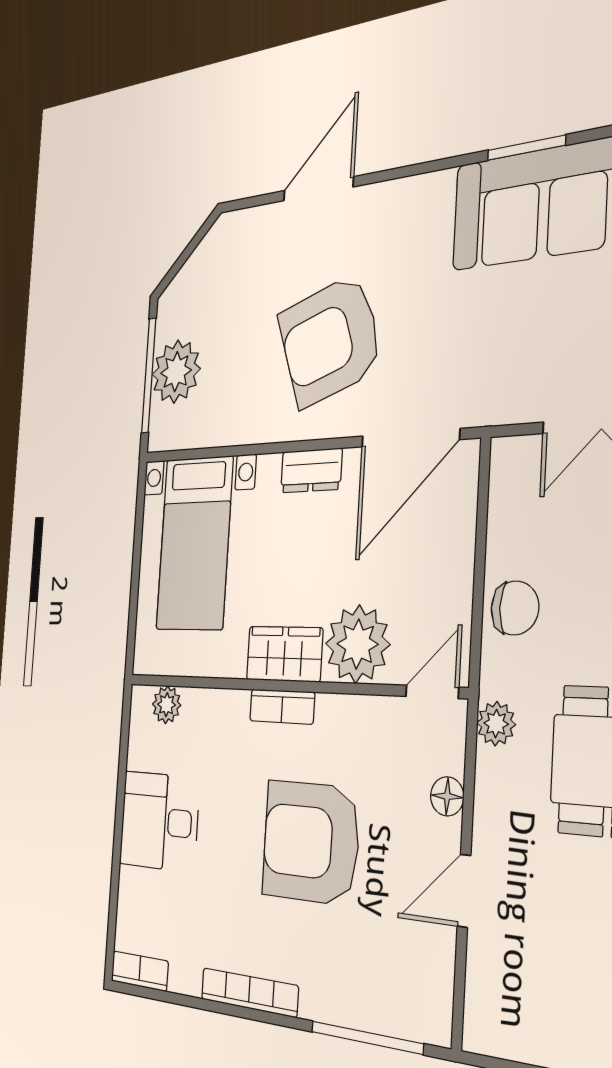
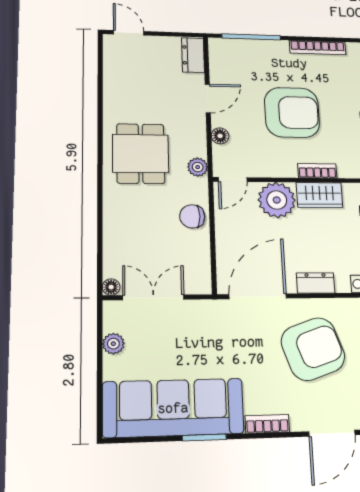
bookcase: (418, 190) -> (267, 424), added
dresser: (485, 1007) -> (193, 55), added

